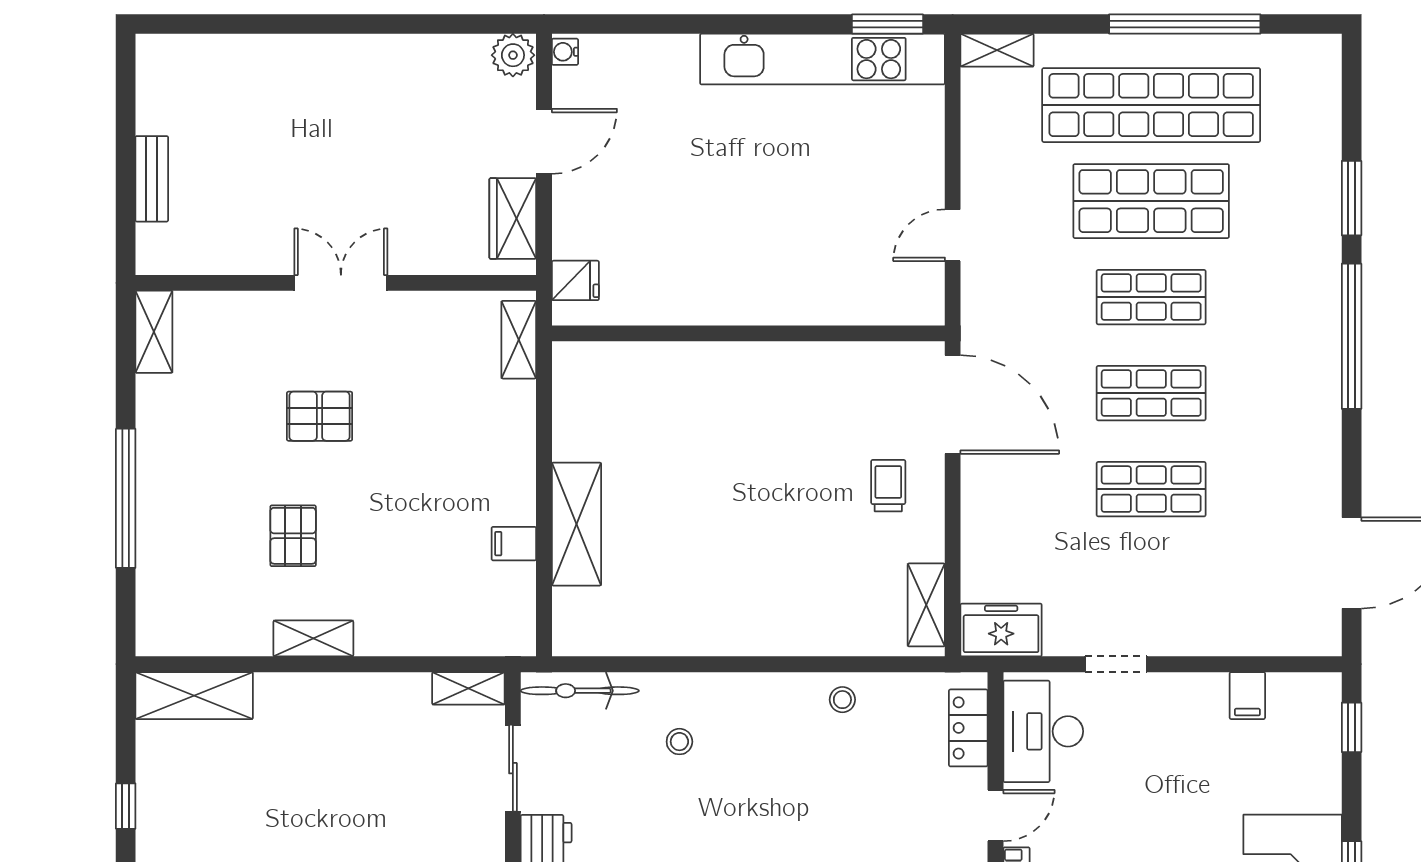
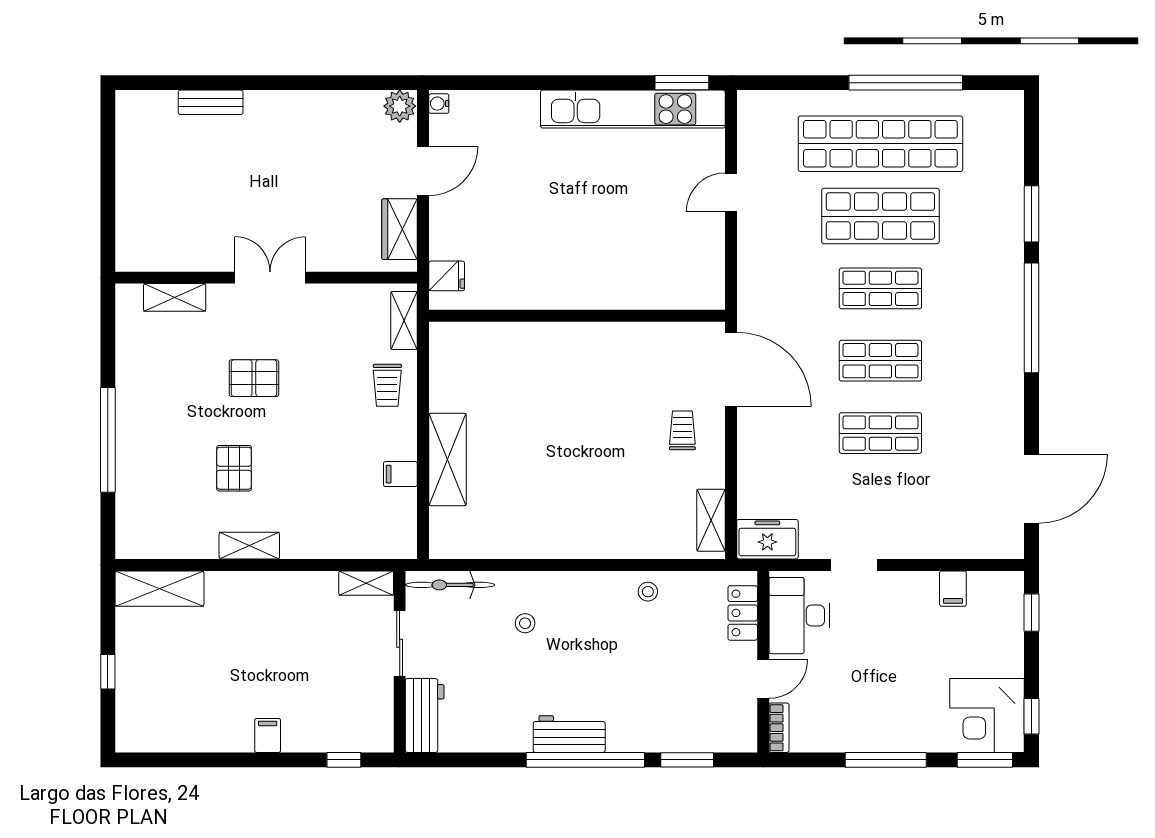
shelving: (997, 50) -> (764, 102), removed
bench: (152, 179) -> (211, 102), moved, turned 90
door: (953, 235) -> (731, 192), moved
shelving: (154, 332) -> (175, 297), moved, turned 90
trolley: (497, 426) -> (387, 385), added

